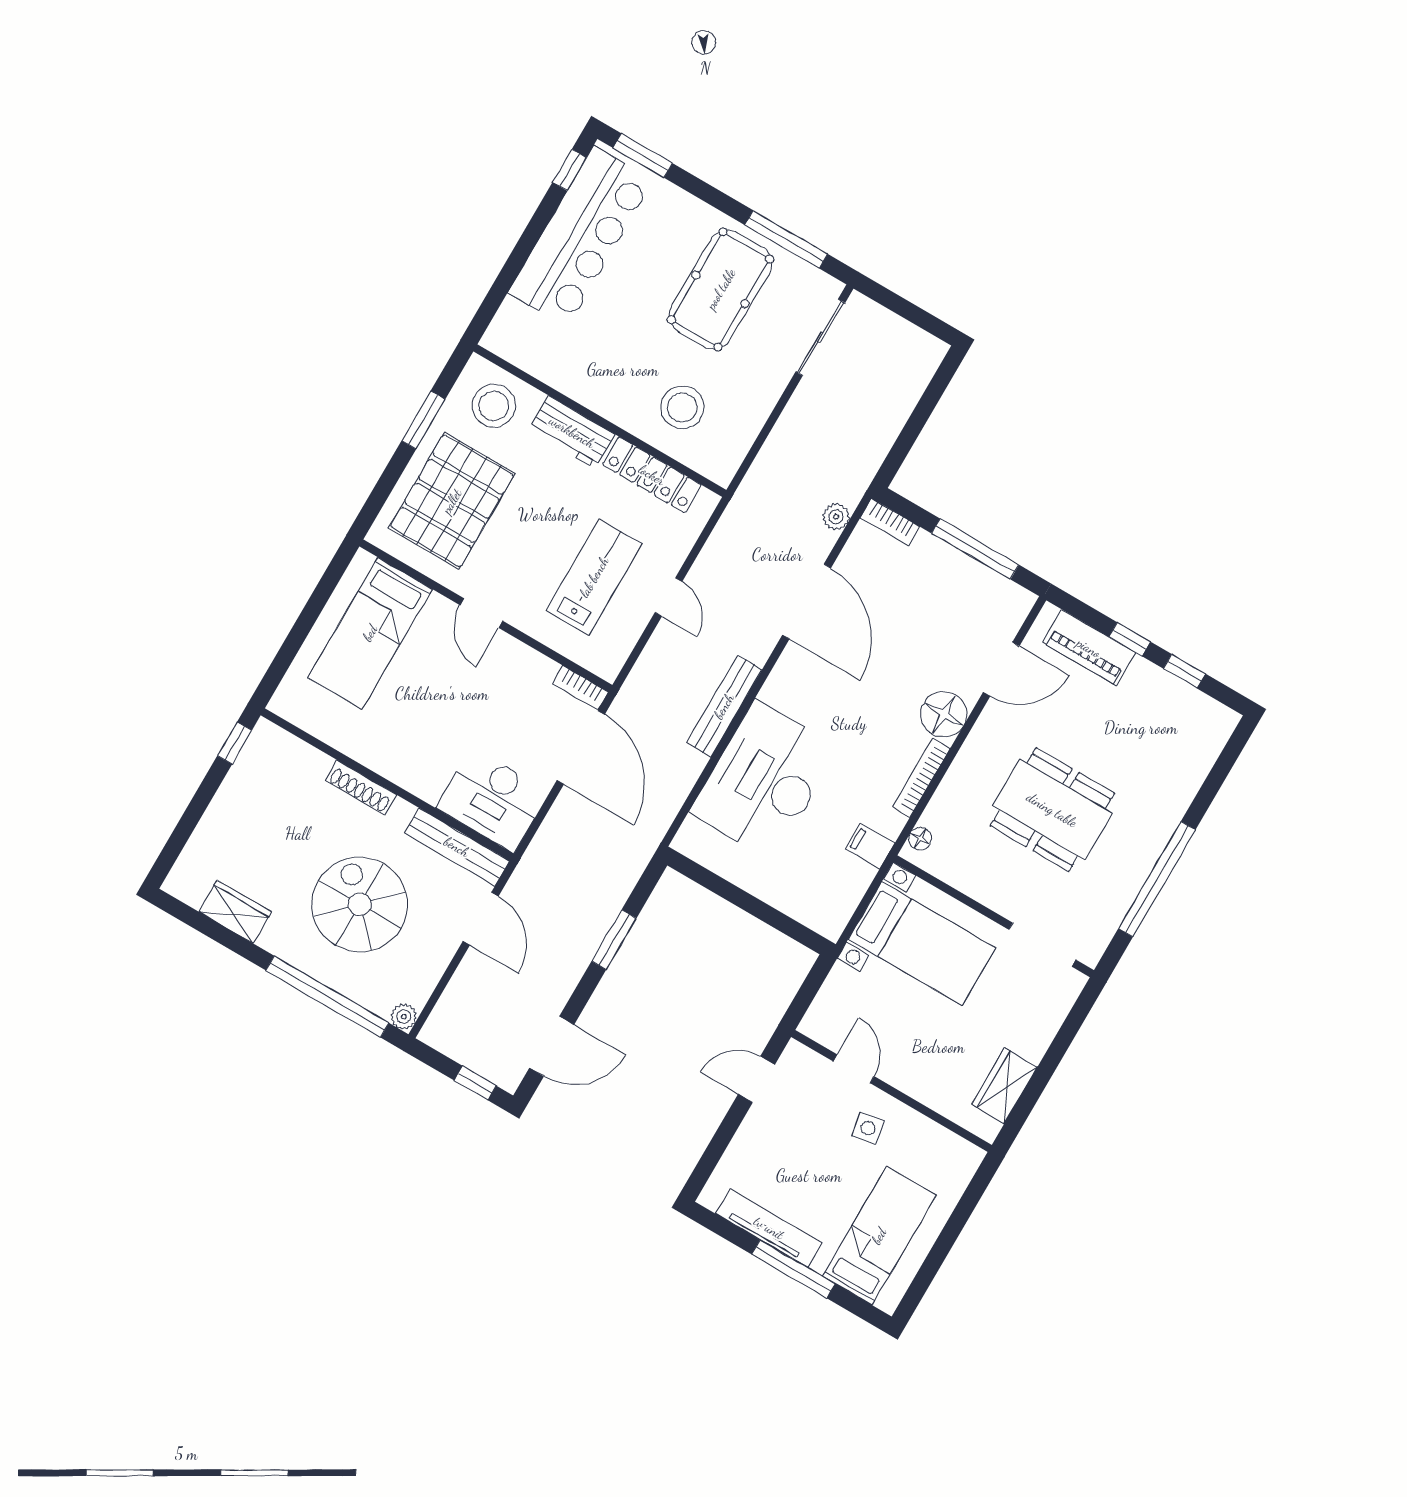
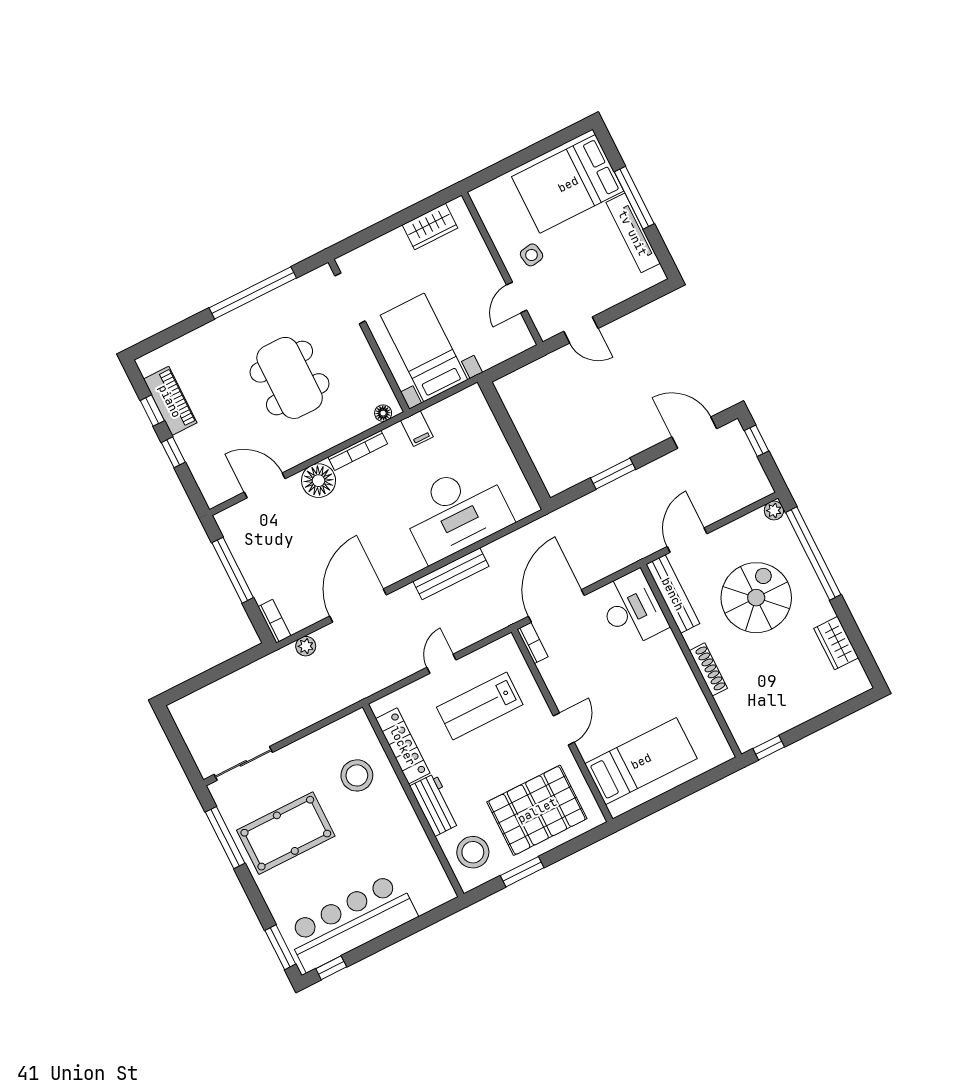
piano: (1089, 648) -> (170, 401), moved
spiral stairs: (360, 904) -> (756, 598), turned 180
bed: (879, 1236) -> (568, 184), width x1.50

